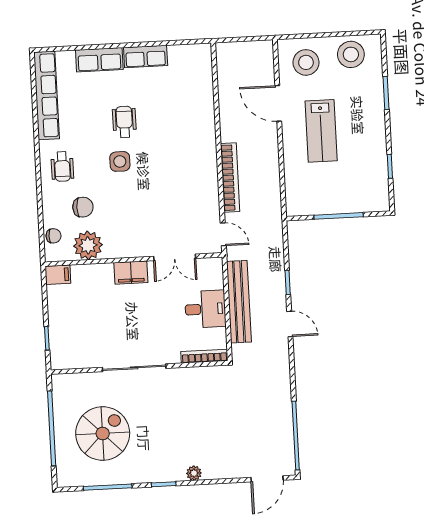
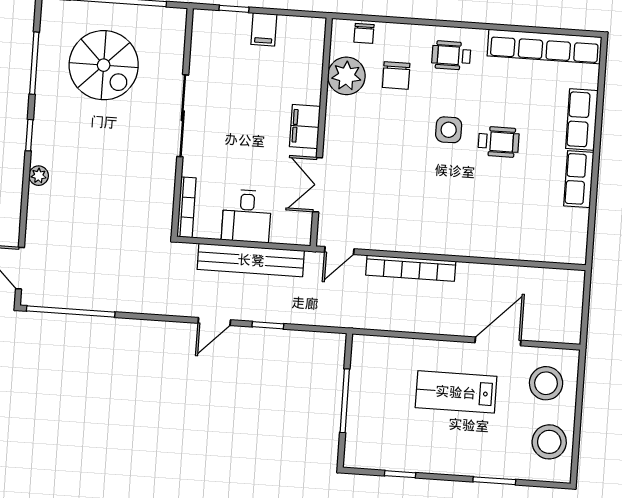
filing cabinet: (58, 275) -> (264, 29), moved

